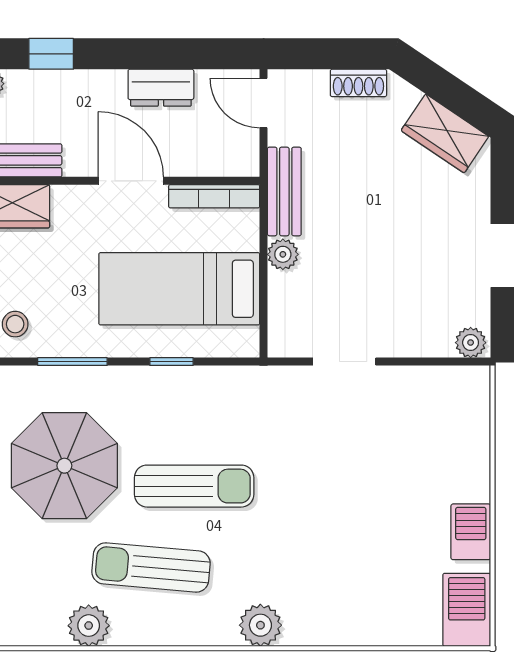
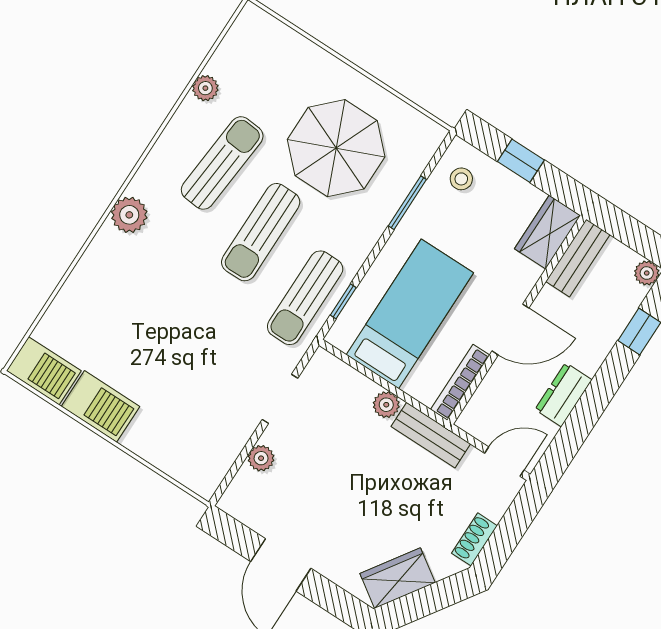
plant: (471, 343) -> (261, 458), moved
window: (172, 362) -> (343, 301), moved
sun lounger: (230, 401) -> (305, 298), added
barbecue: (471, 532) -> (101, 406), width x1.38, depth x1.27
plant: (89, 626) -> (205, 88), width x0.73, depth x0.73

